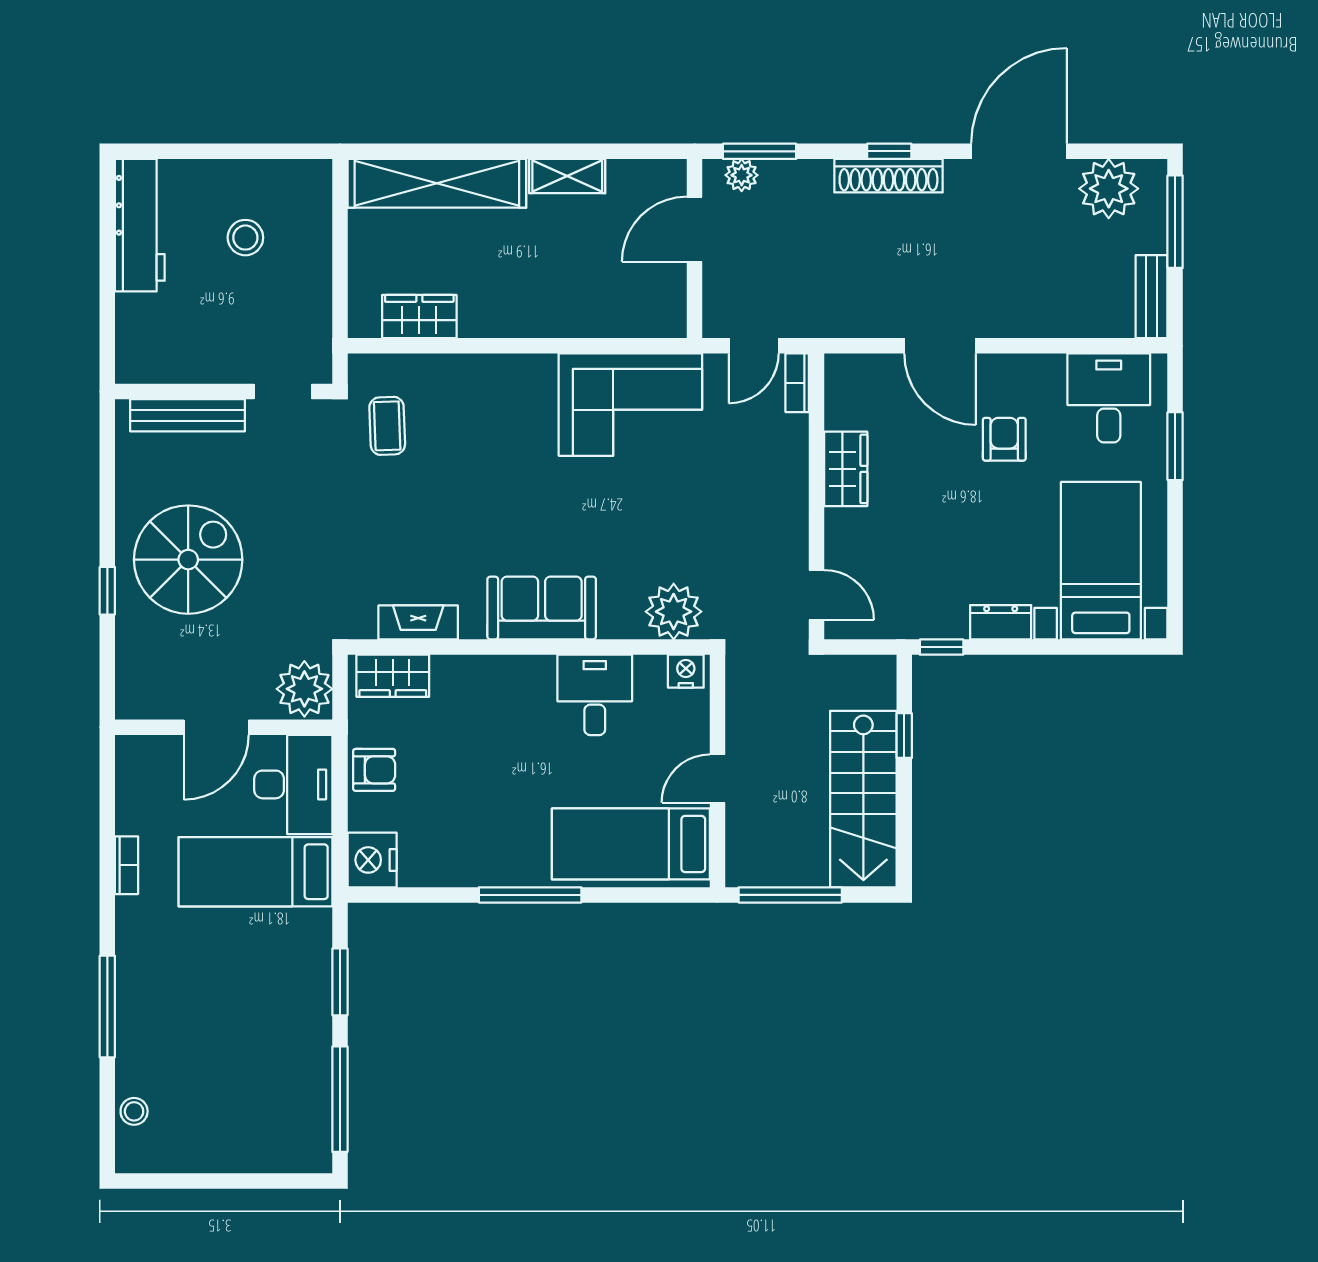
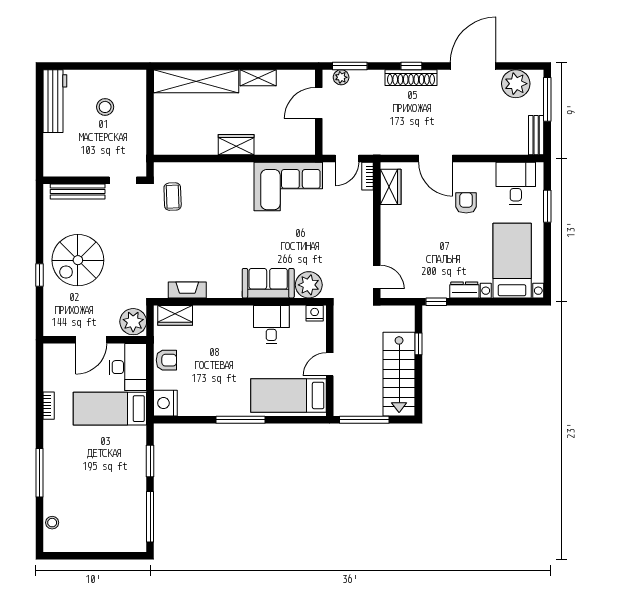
wardrobe: (419, 317) -> (236, 145), moved
wardrobe: (846, 469) -> (391, 187), moved
spiral stairs: (188, 560) -> (78, 260), turned 180
sofa: (542, 608) -> (268, 283), moved

